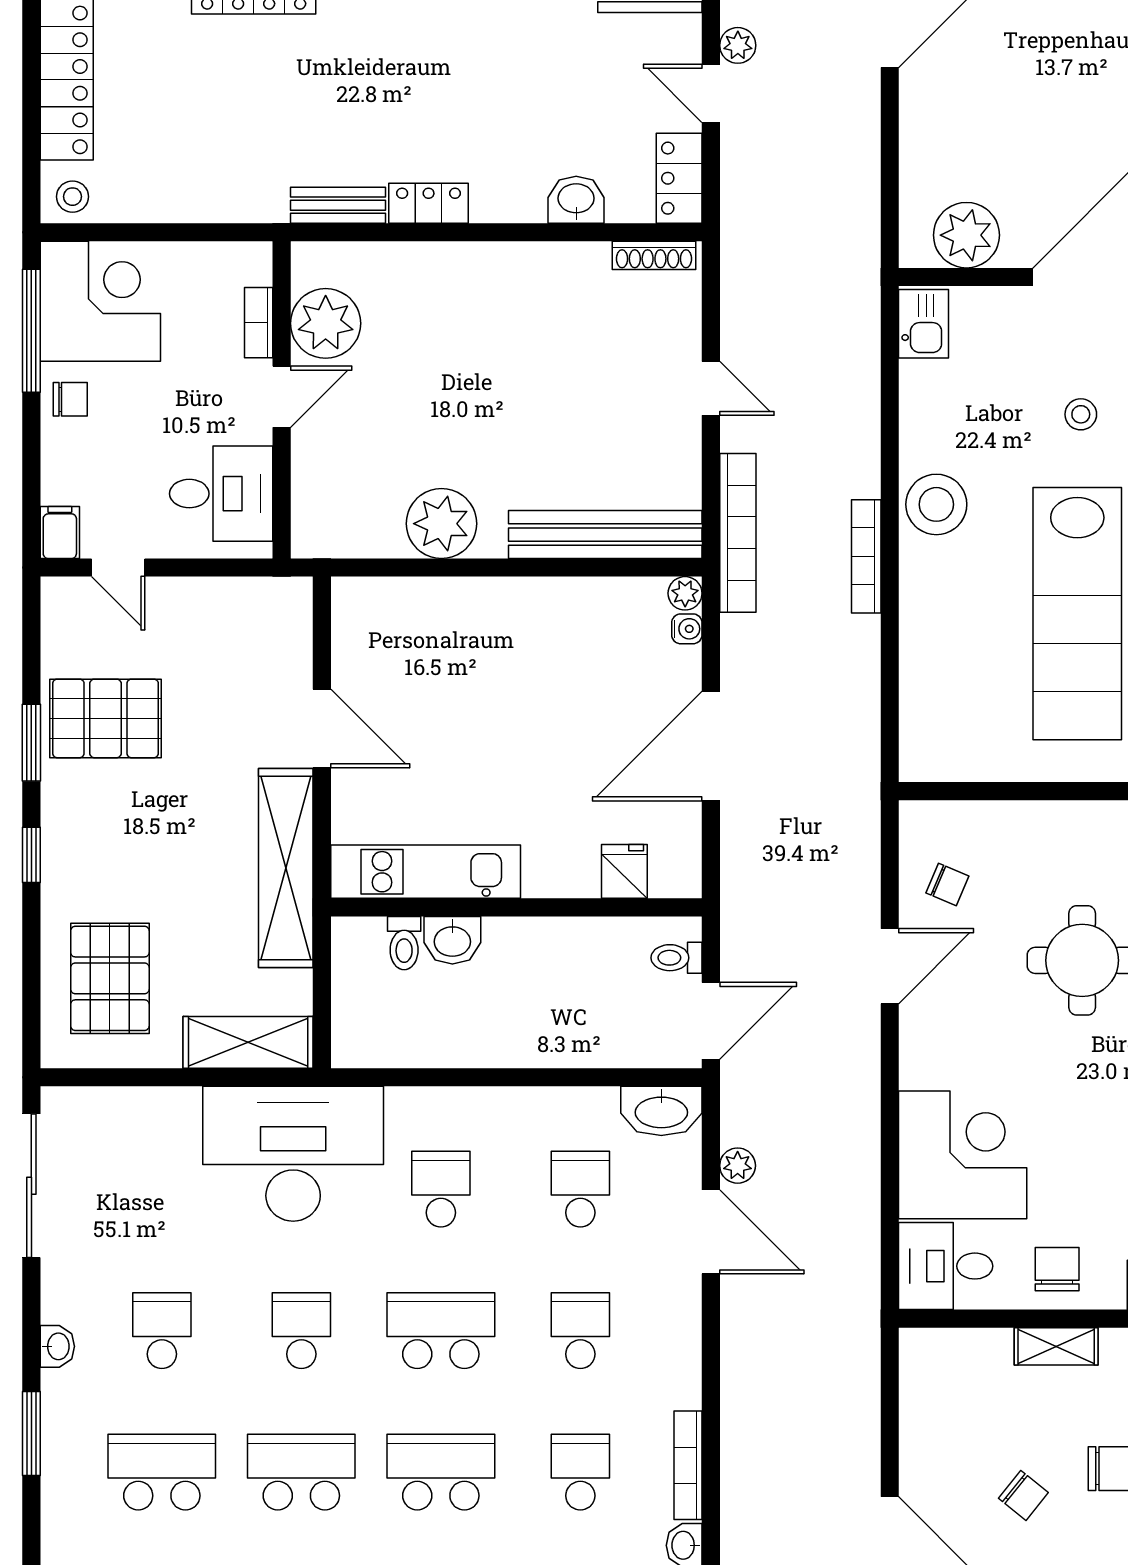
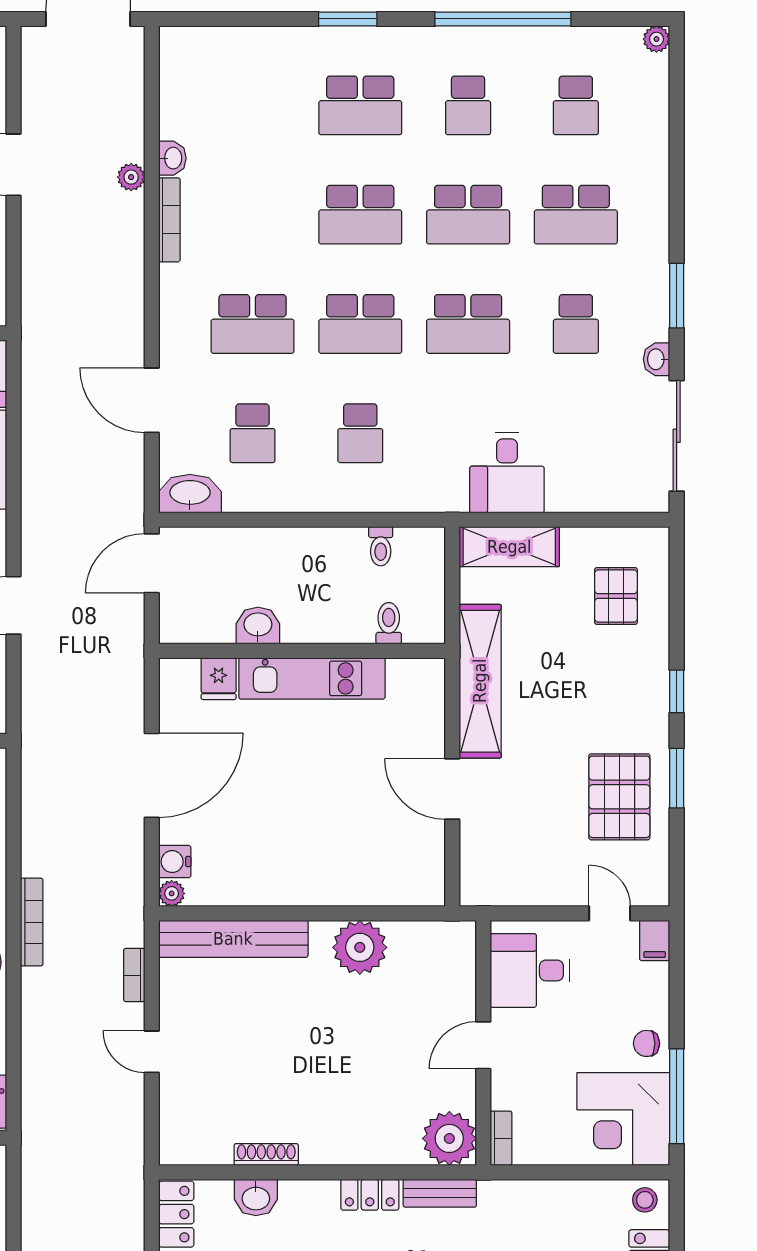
shoe rack: (654, 255) -> (266, 1155), moved
bookcase: (259, 323) -> (501, 1138), moved
plant: (326, 323) -> (449, 1138), moved
bookcase: (738, 533) -> (134, 975), width x0.43, depth x0.76
water cooler: (687, 629) -> (175, 862), width x1.38, depth x1.38
pallet: (106, 718) -> (619, 797), turned 90
kitchen unit: (426, 872) -> (312, 678), moved
washbasin: (452, 940) -> (258, 626), moved
toilet: (676, 958) -> (381, 546), moved, turned 90
pallet: (110, 978) -> (616, 596), width x0.67, depth x0.71
desk: (293, 1154) -> (507, 473), width x0.53, depth x0.77
plant: (738, 1166) -> (131, 177), moved
school desk: (301, 1331) -> (468, 324), width x1.85
school desk: (580, 1331) -> (253, 324), width x1.85
washbasin: (57, 1346) -> (657, 359), moved
window: (31, 1434) -> (677, 296), moved
school desk: (580, 1472) -> (253, 215), removed

